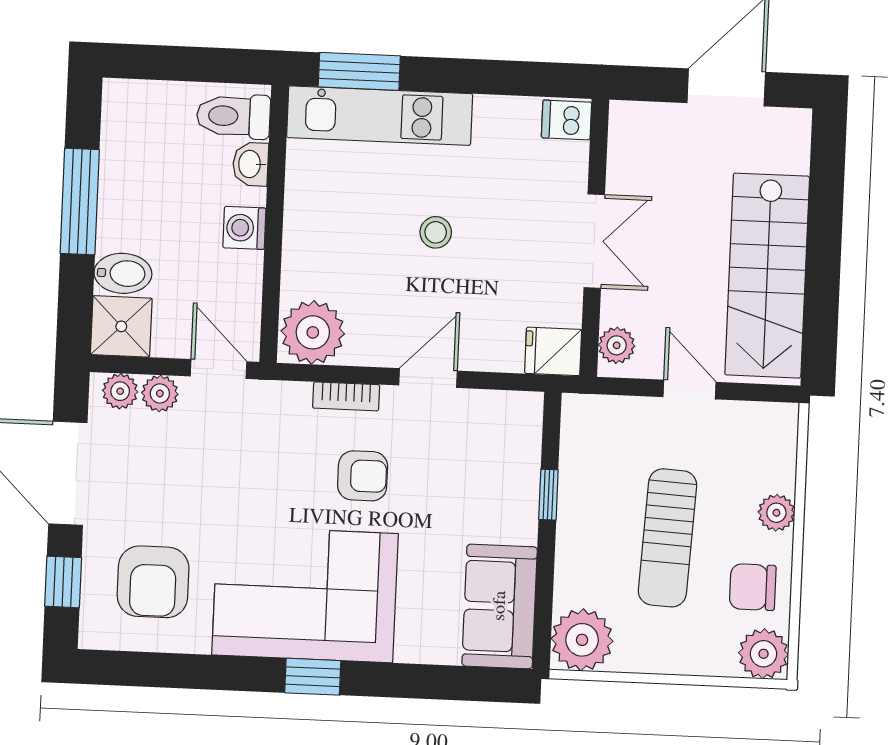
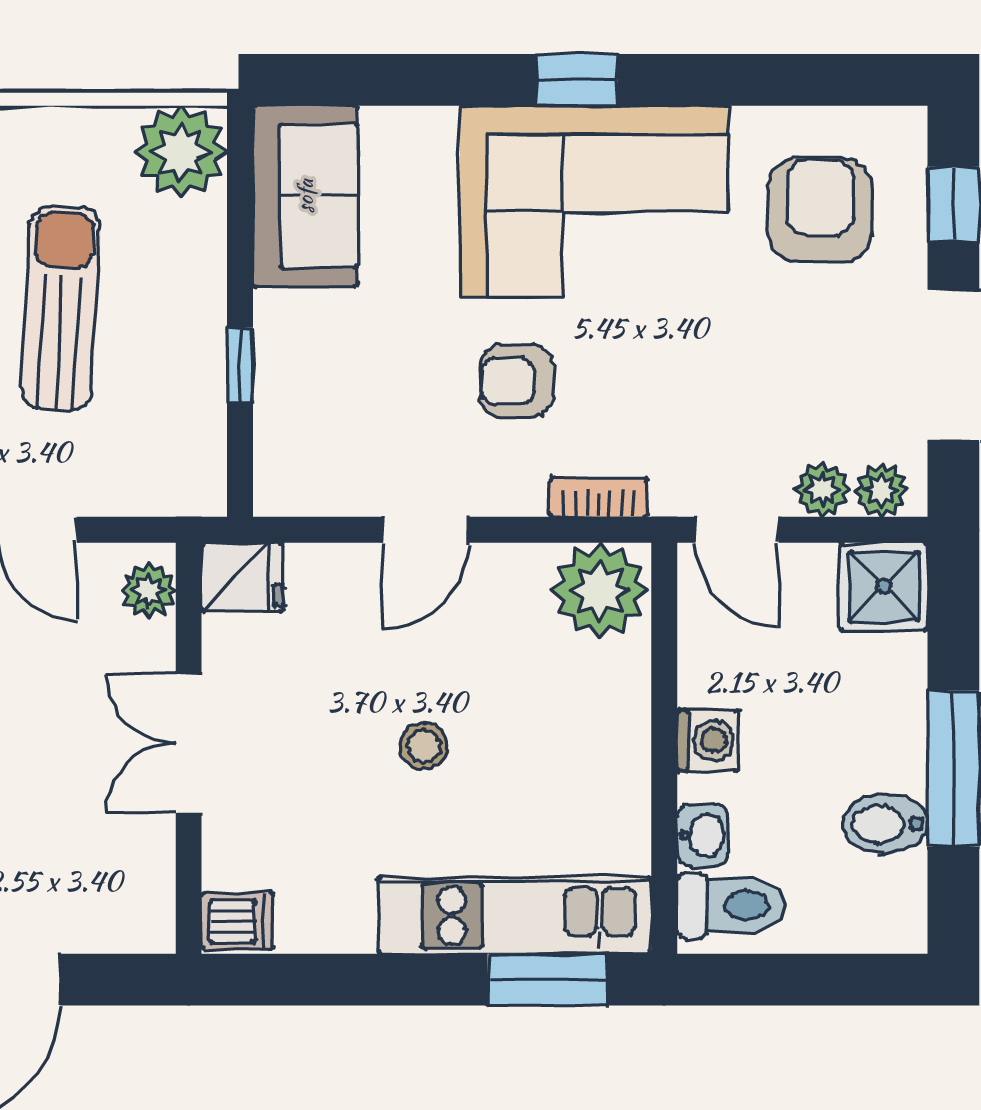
bidet: (123, 273) -> (885, 824), moved
bookcase: (346, 396) -> (598, 497), moved

